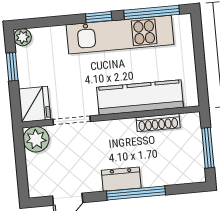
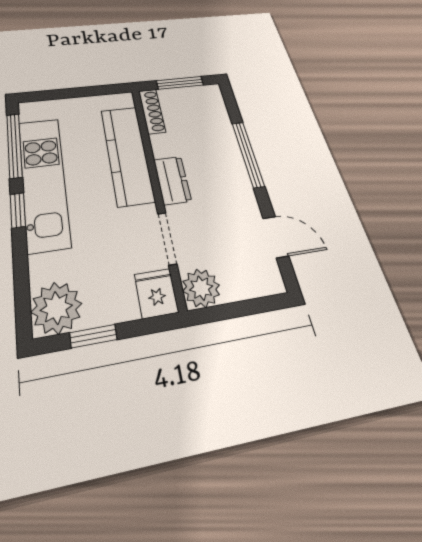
plant: (23, 37) -> (56, 308), width x1.87, depth x1.87
fridge: (35, 104) -> (156, 293), width x0.72
shoe rack: (158, 123) -> (152, 111), moved
dresser: (121, 179) -> (172, 180), moved, turned 180

